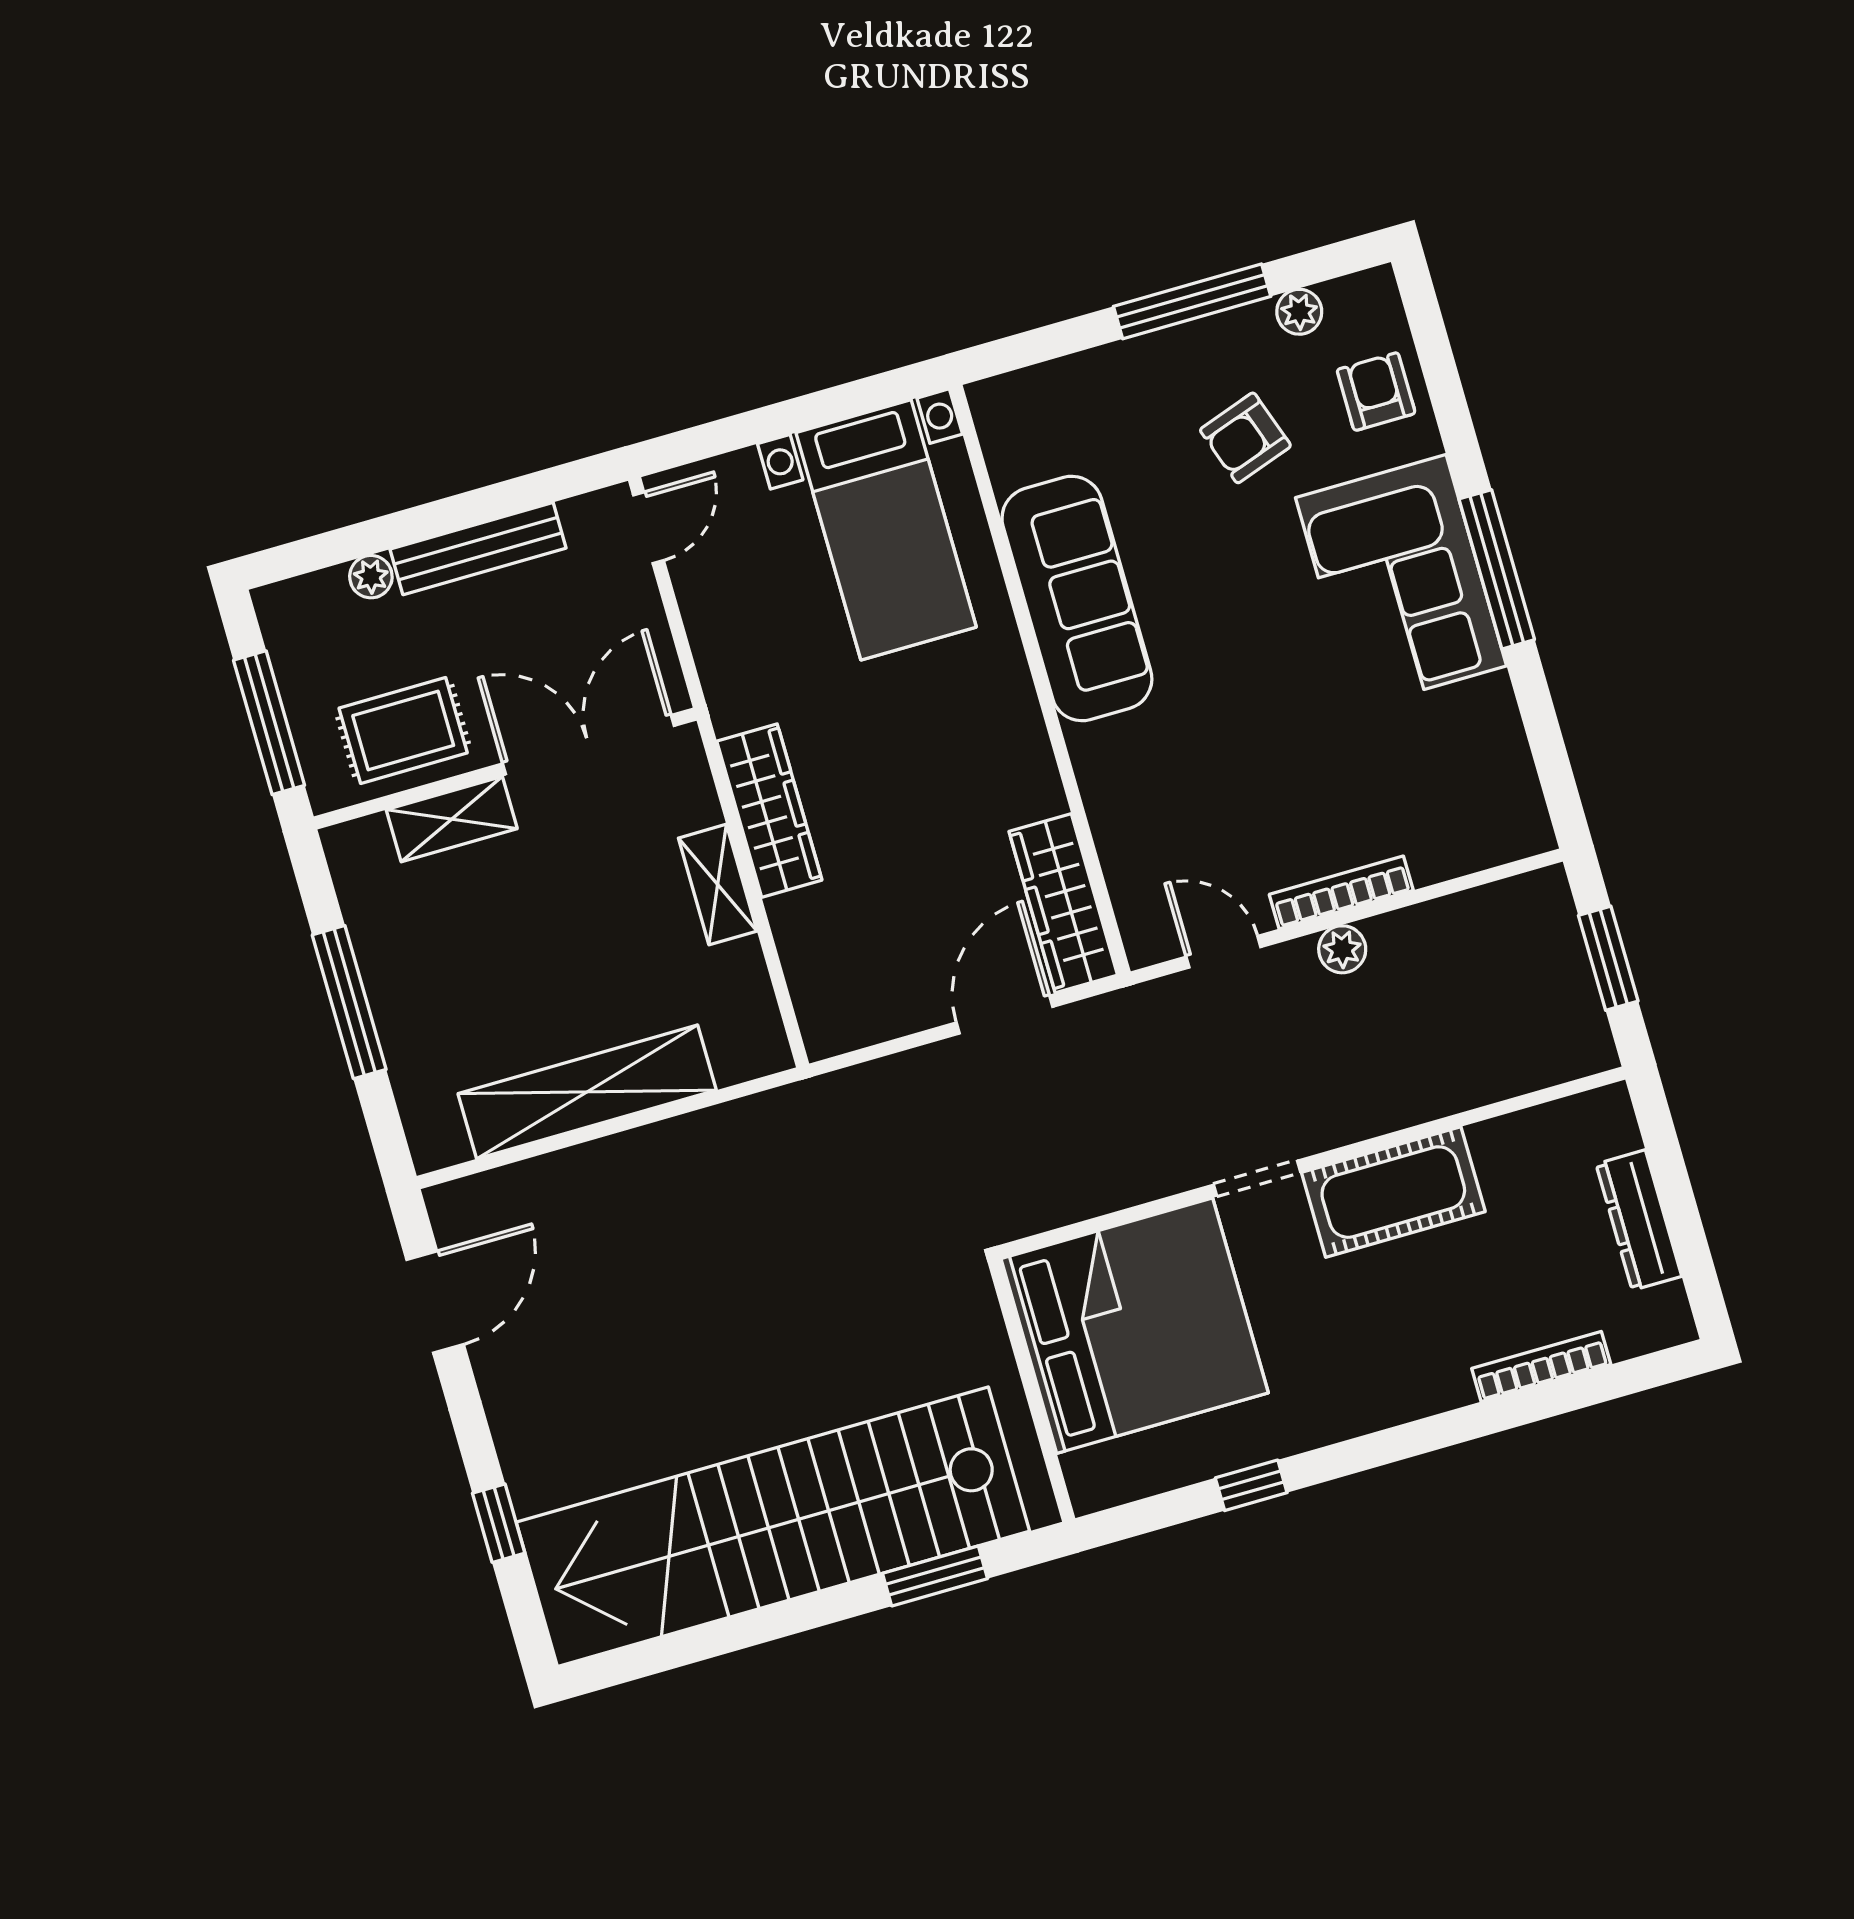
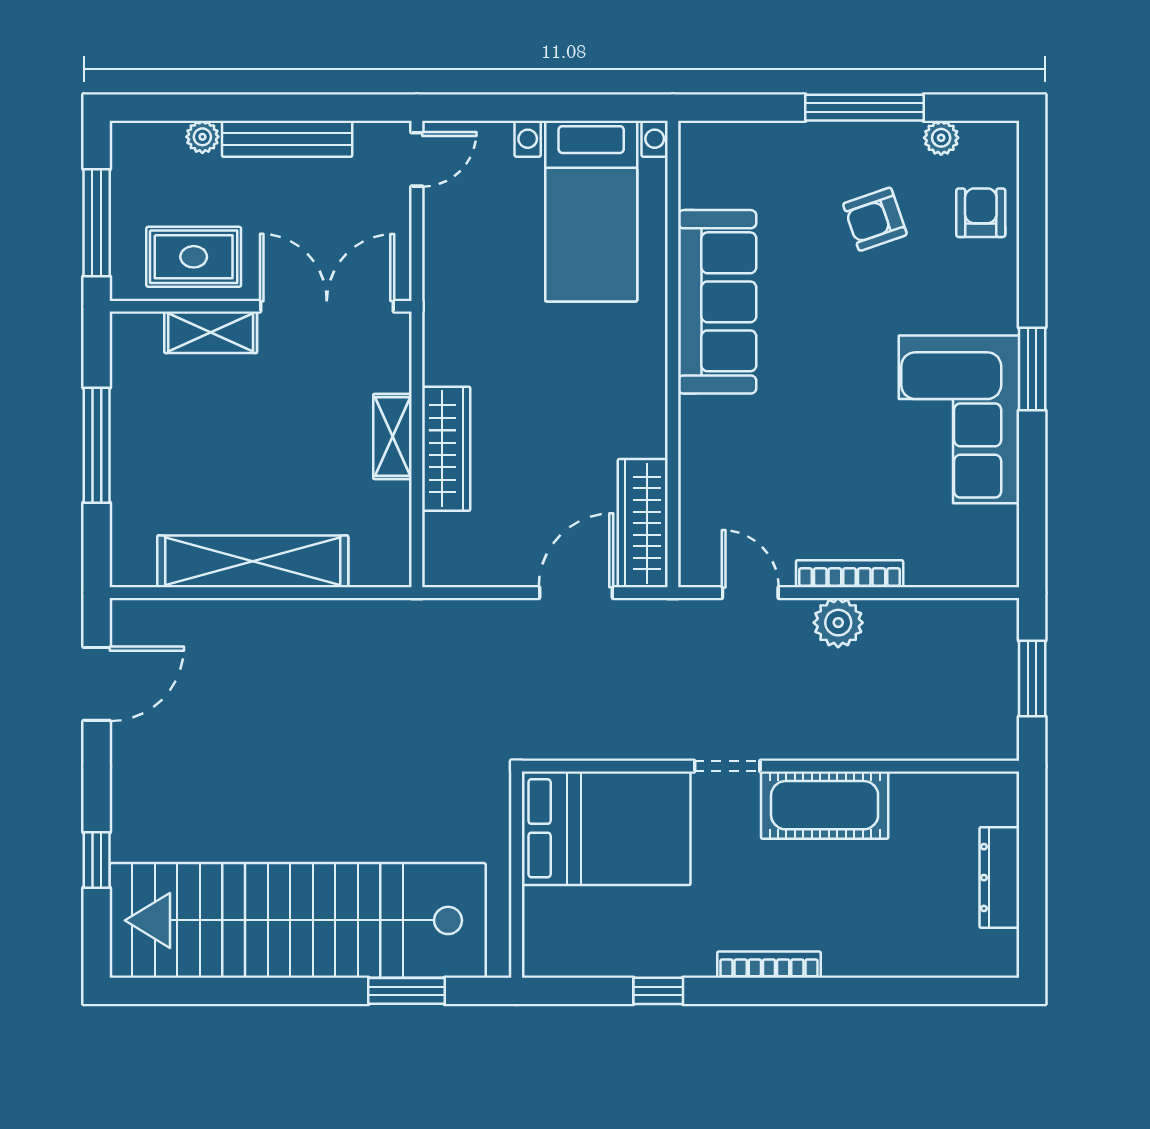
window: (1497, 569) -> (1032, 369), width x0.69
corner sofa: (1401, 582) -> (959, 419), moved
wardrobe: (769, 811) -> (446, 449), moved
plant: (1342, 949) -> (838, 623), width x1.38, depth x1.38
bed: (1135, 1326) -> (606, 828), width x0.73
bookcase: (1541, 1366) -> (769, 965), moved

